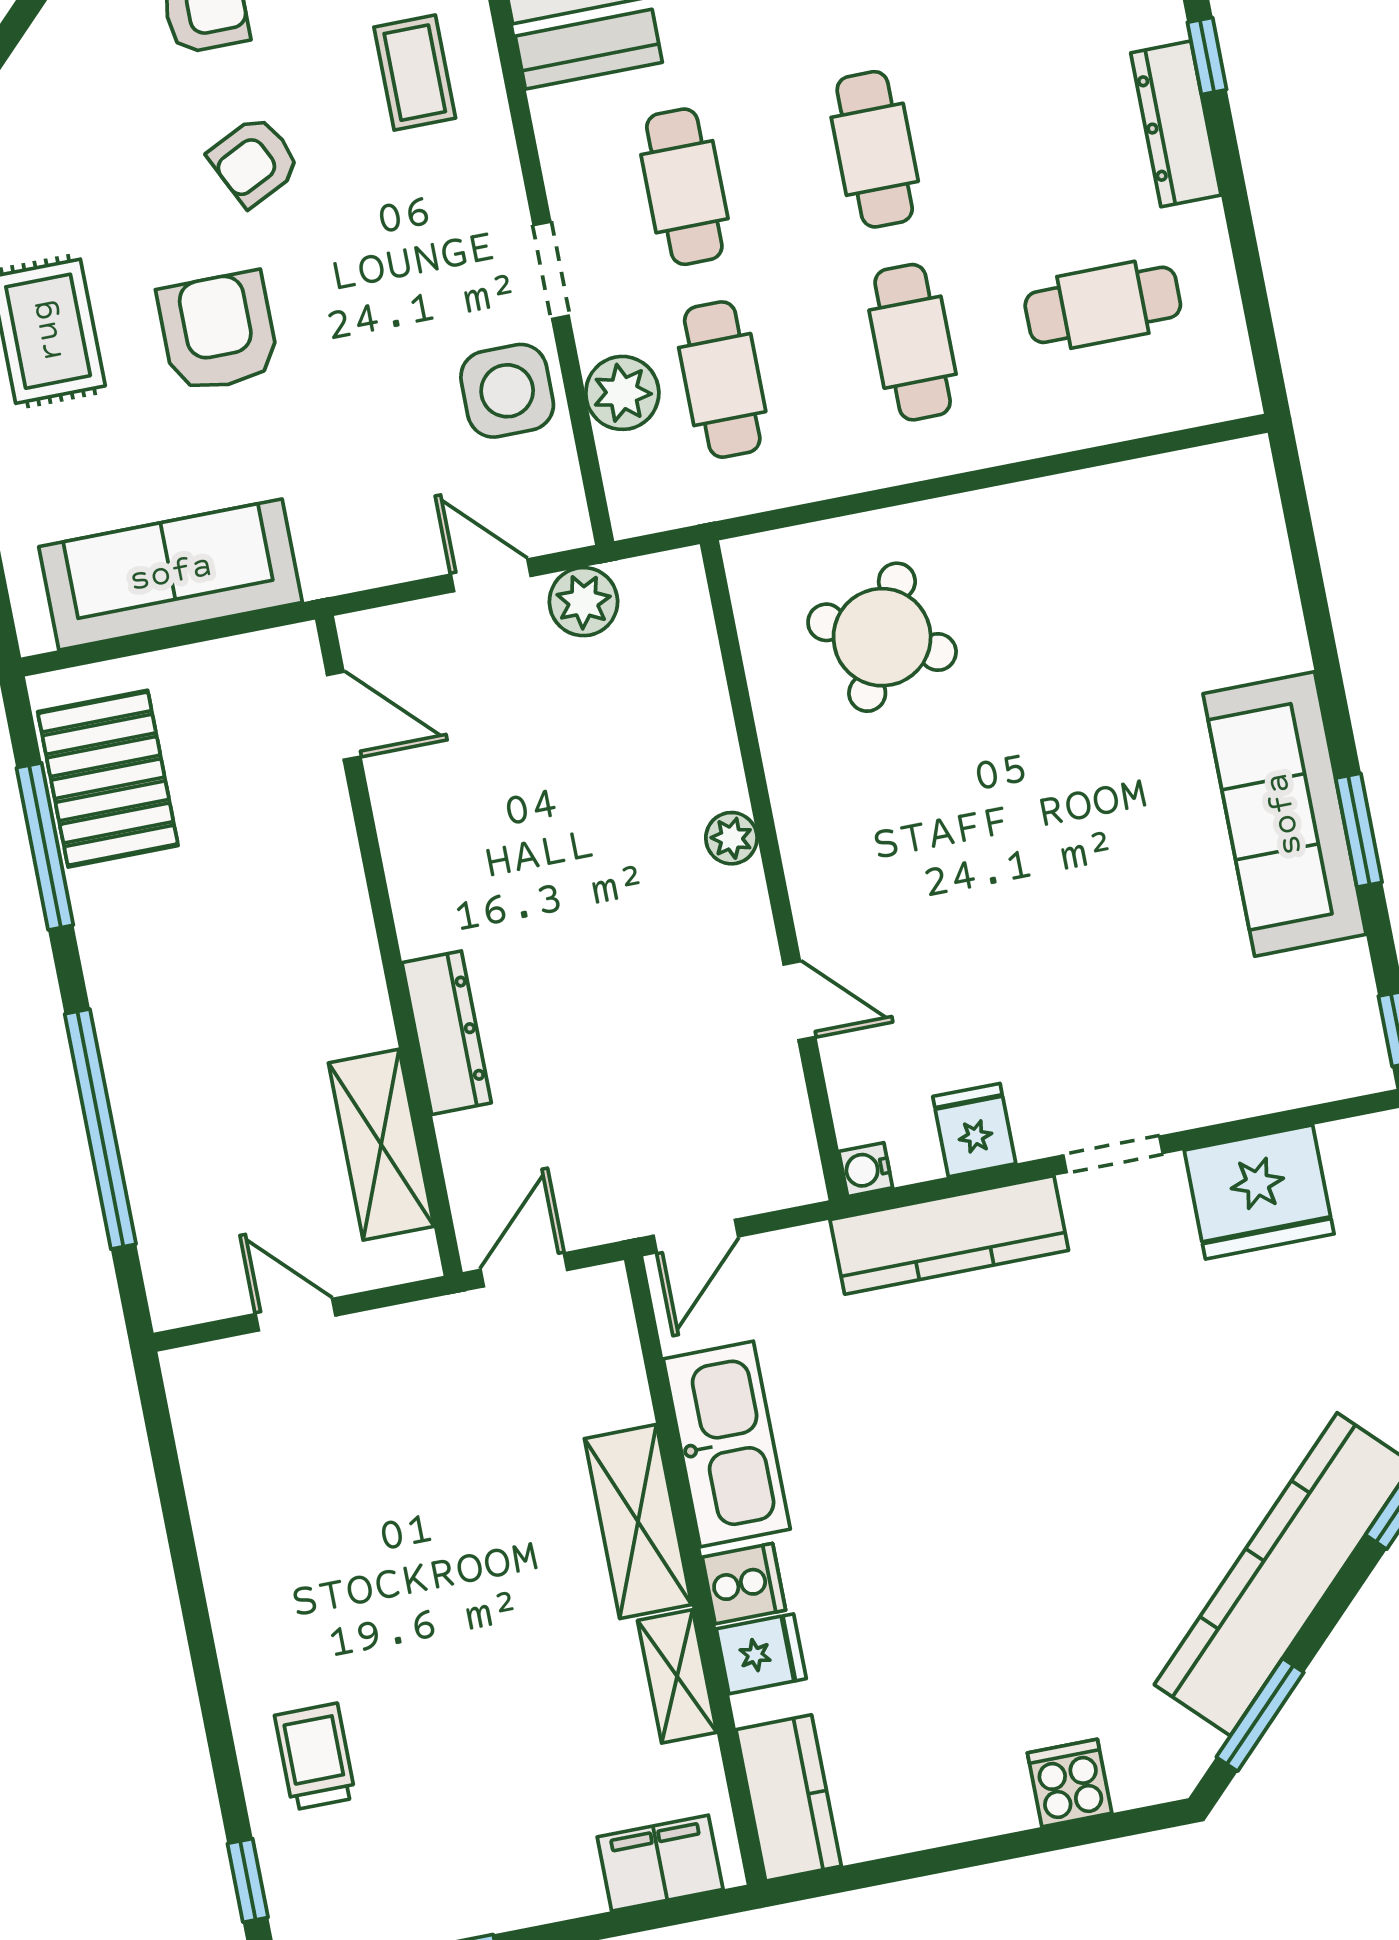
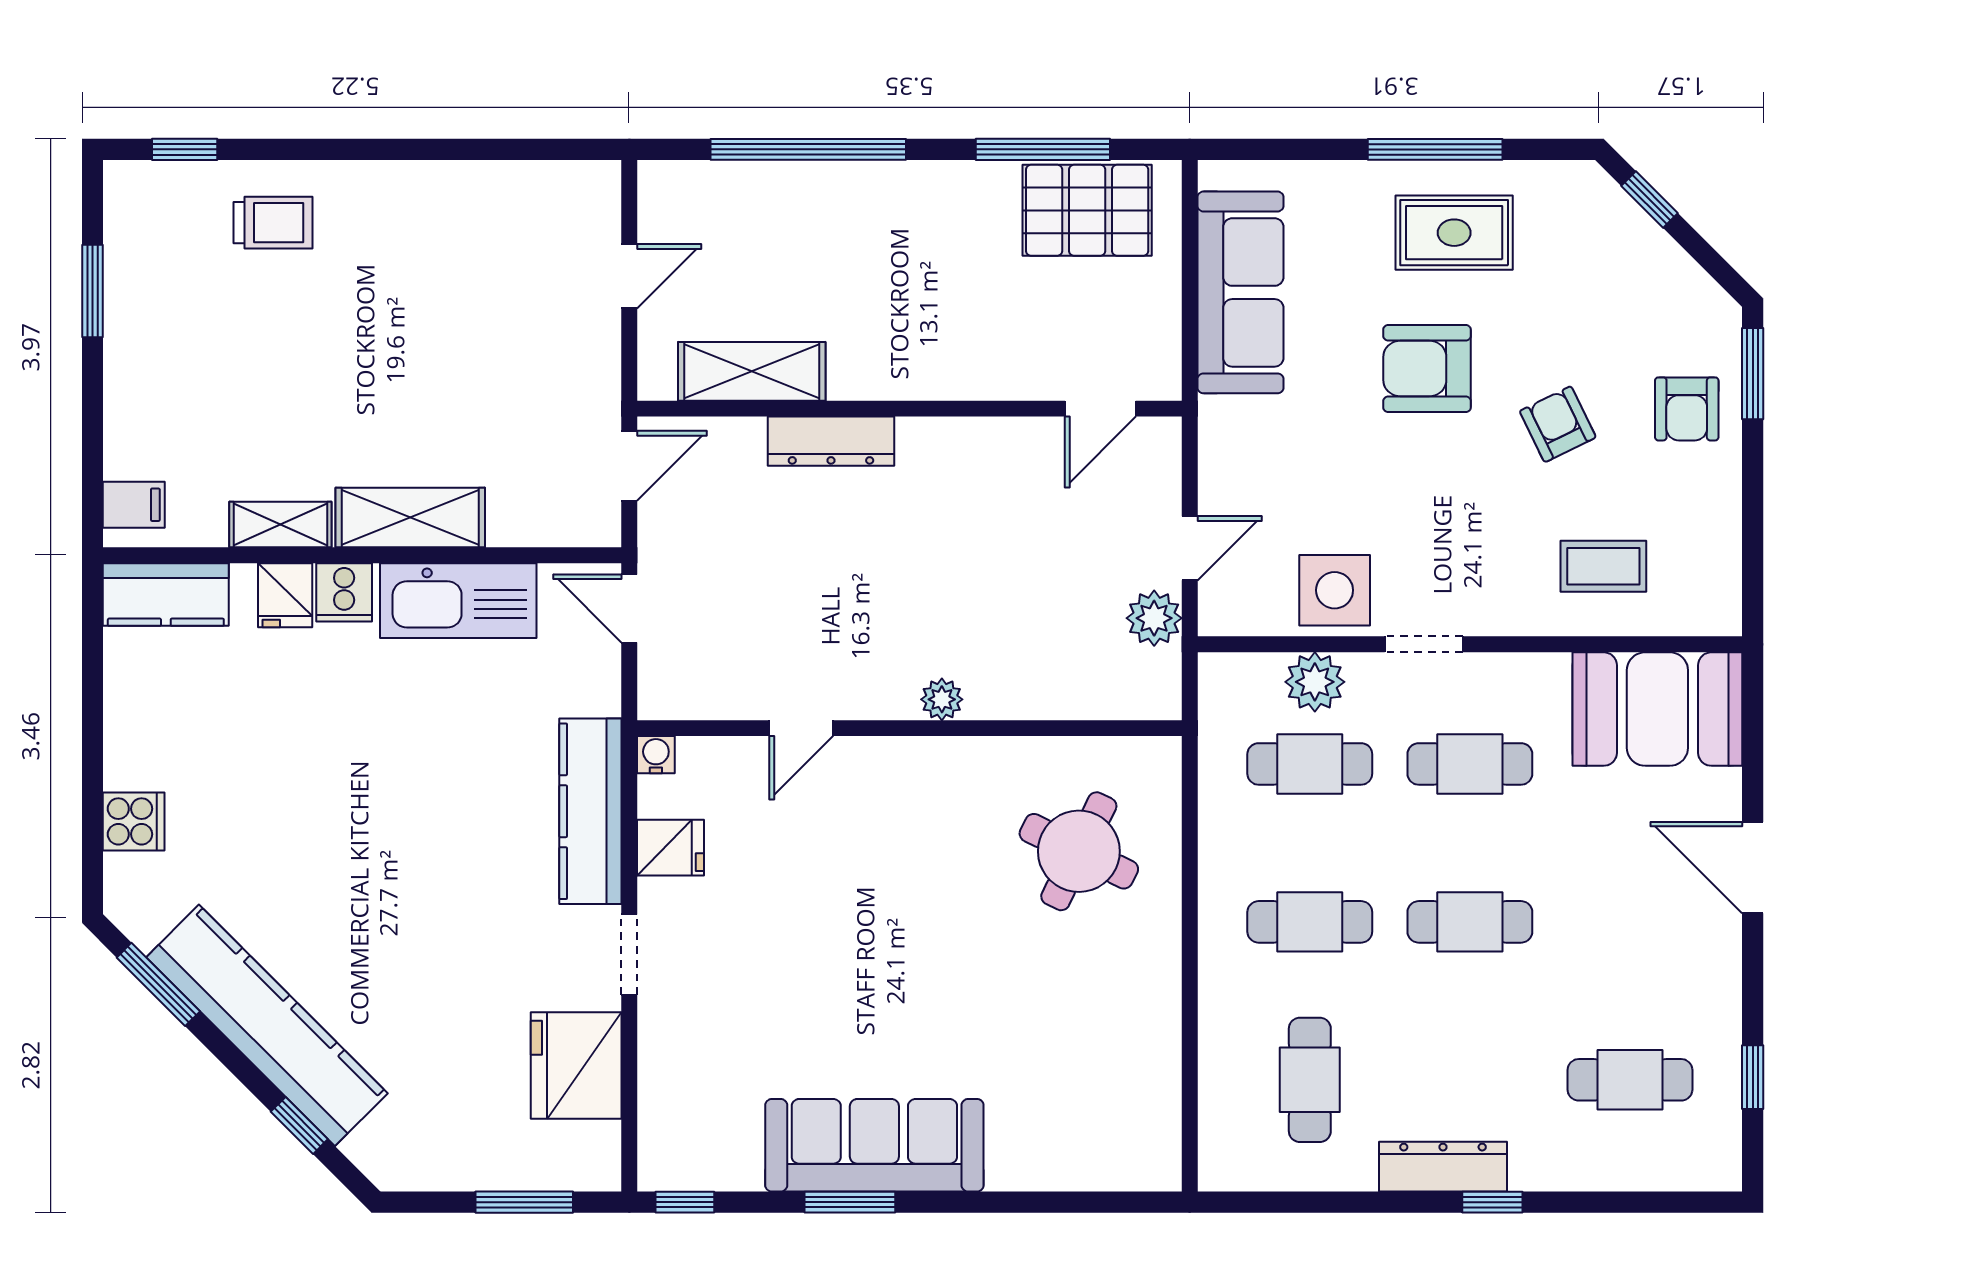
armchair: (218, 332) -> (1427, 369), turned 180
door: (524, 1270) -> (629, 466), hinge flipped
filing cabinet: (660, 1863) -> (134, 505), width x0.50

